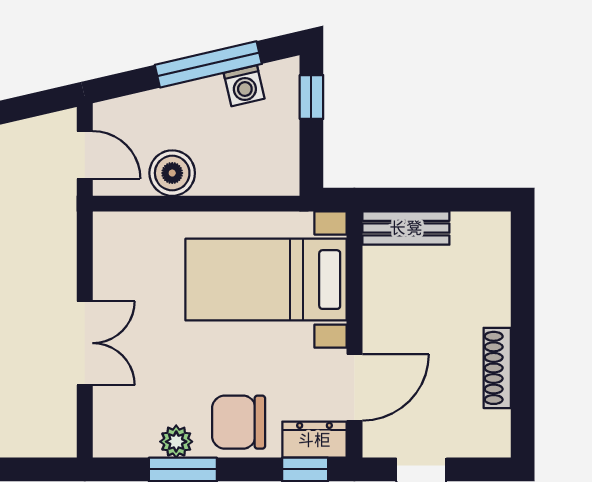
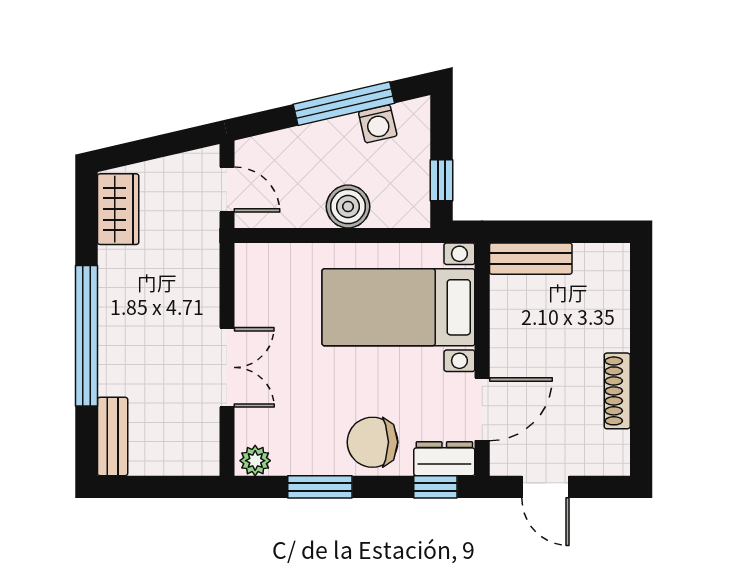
window: (311, 97) -> (441, 180), moved
boiler: (172, 173) -> (348, 207), moved
plant: (176, 442) -> (255, 461), moved

